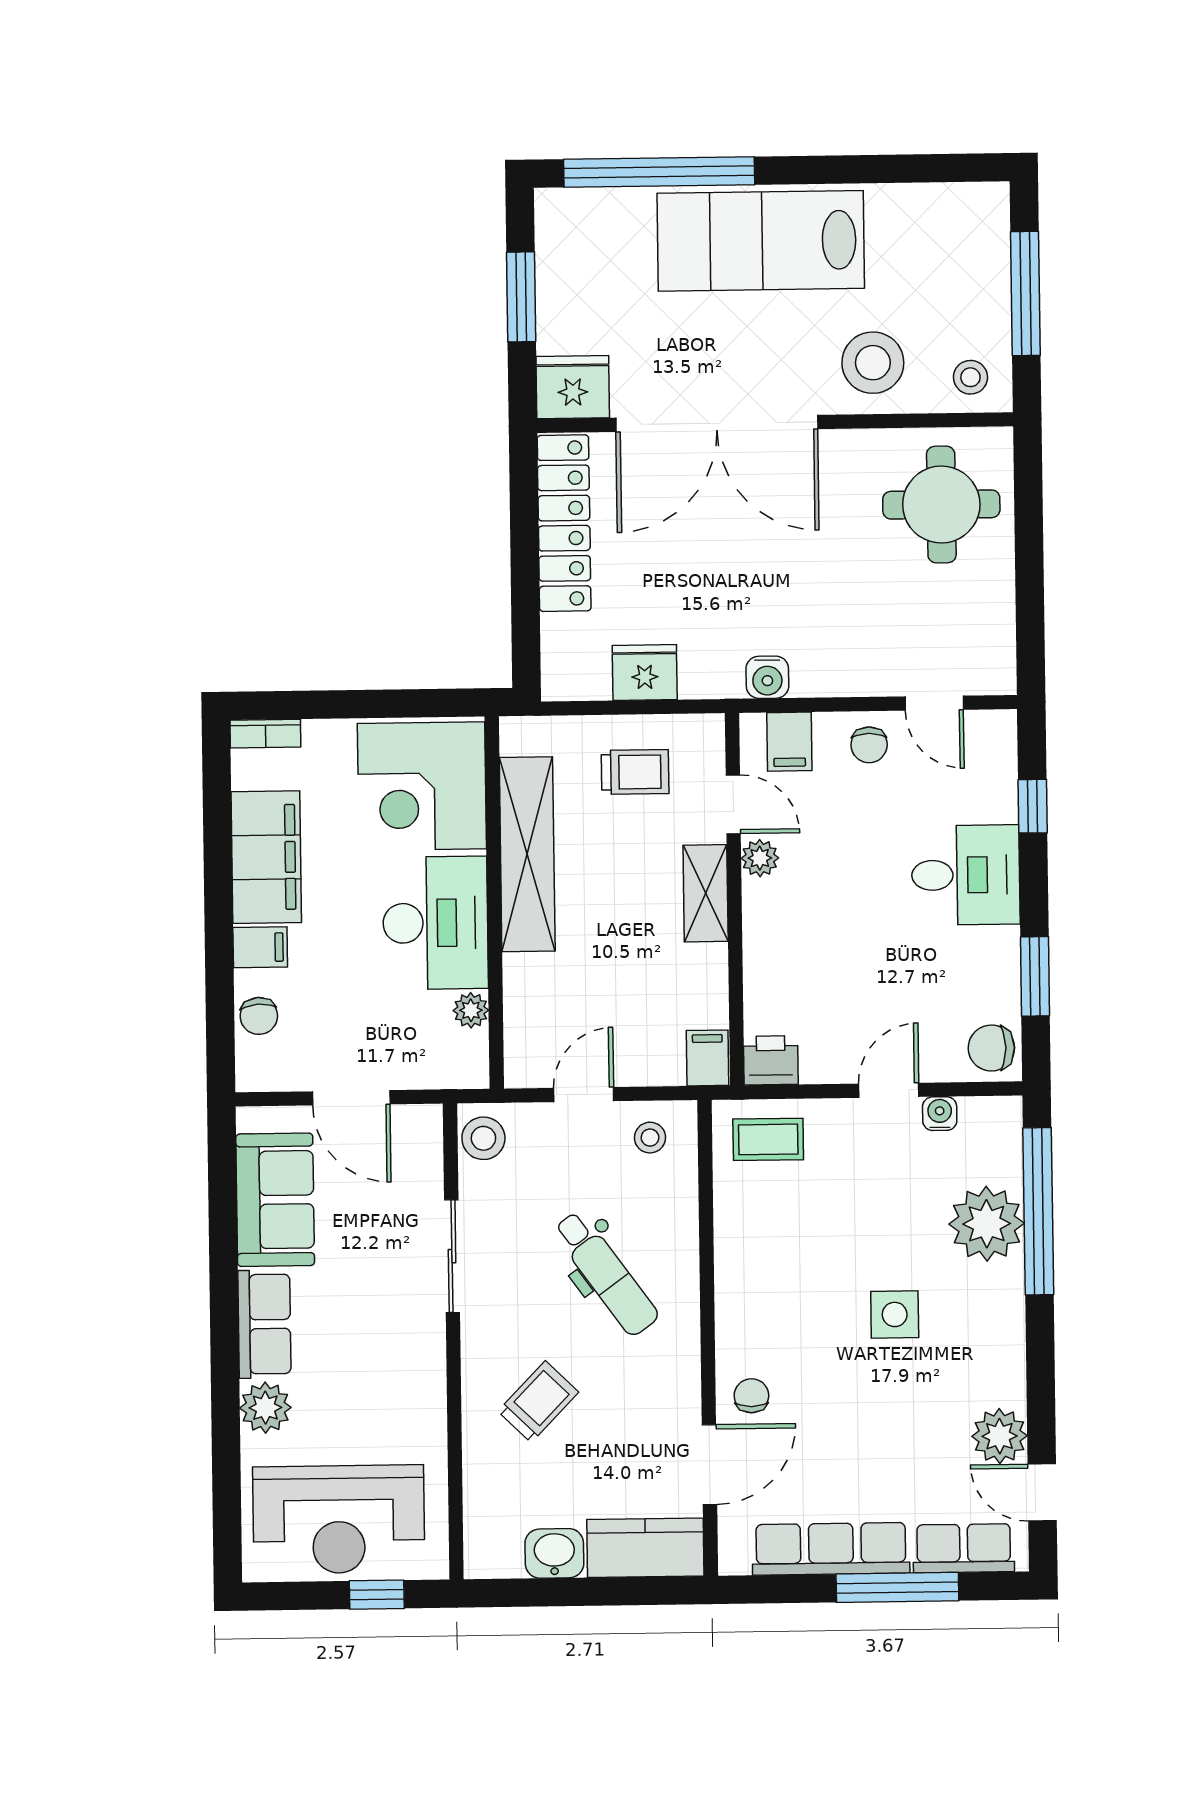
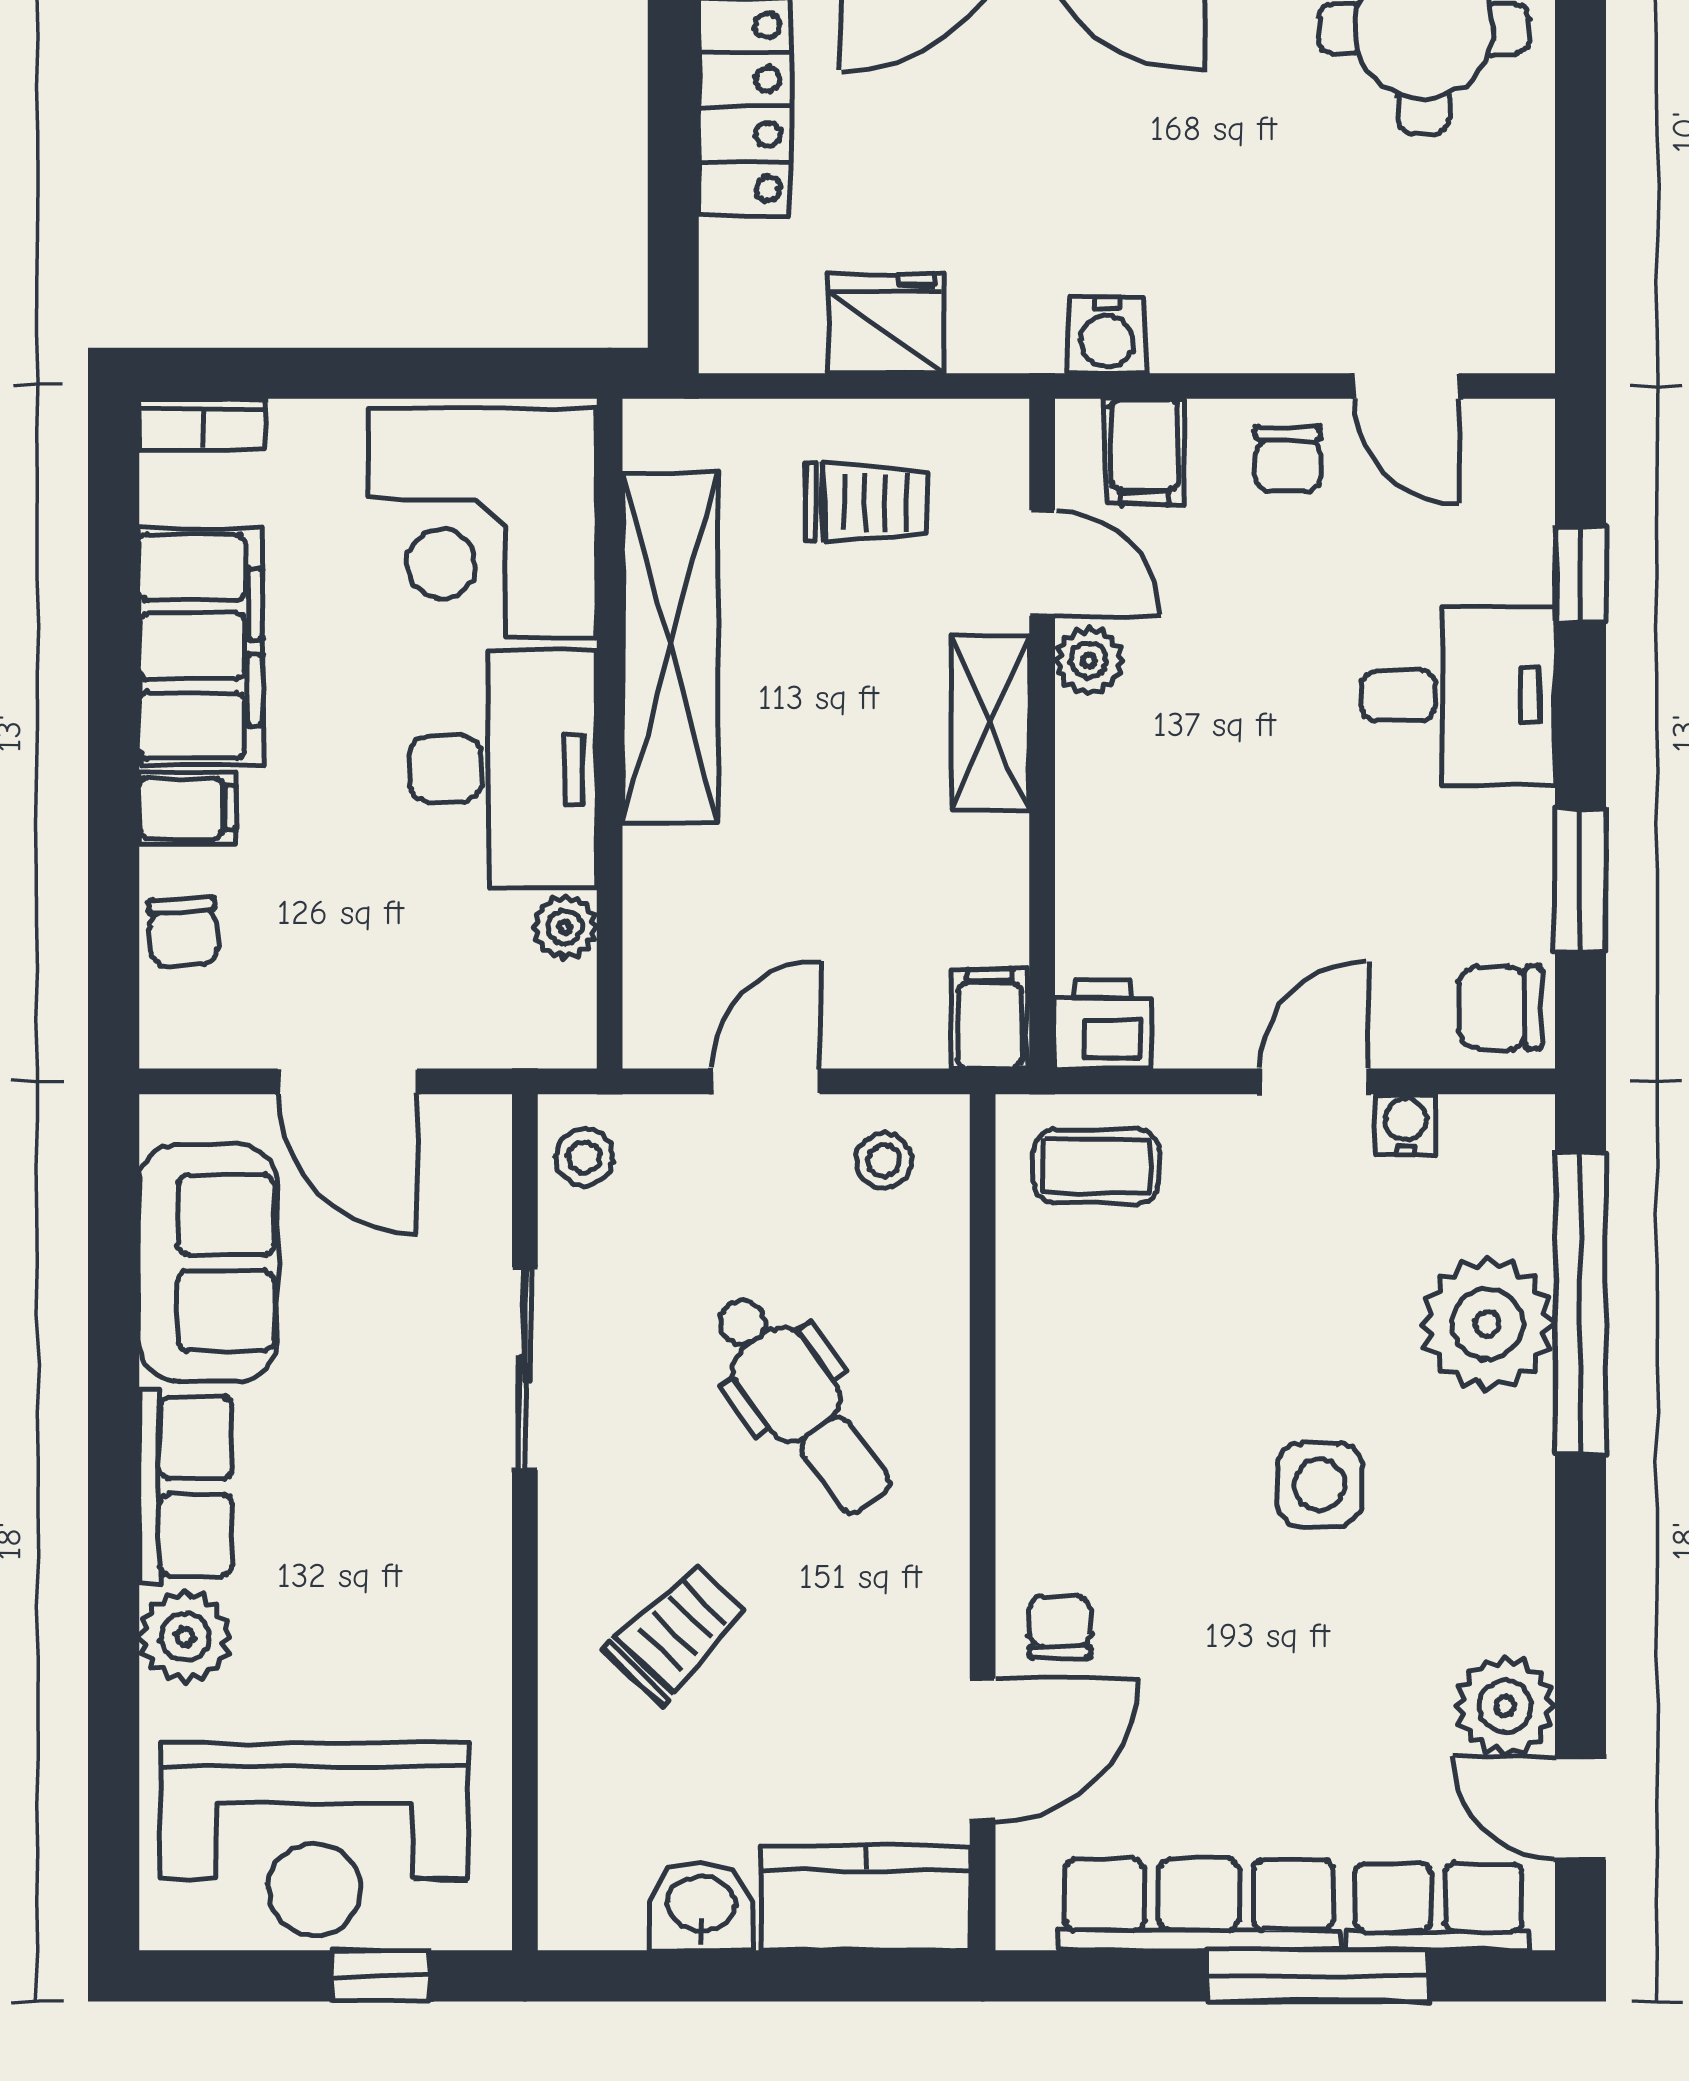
stool: (483, 1138) -> (584, 1158), width x0.73, depth x0.73

